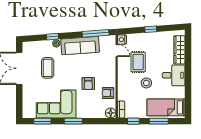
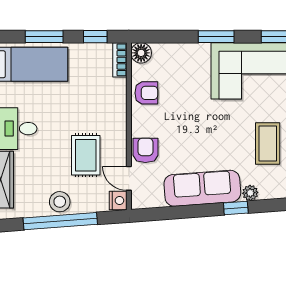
window: (151, 29) -> (60, 221), width x3.17
window: (96, 33) -> (171, 213), removed
window: (52, 37) -> (236, 208), moved
stool: (146, 83) -> (60, 202), moved
armchair: (88, 84) -> (145, 150), moved

